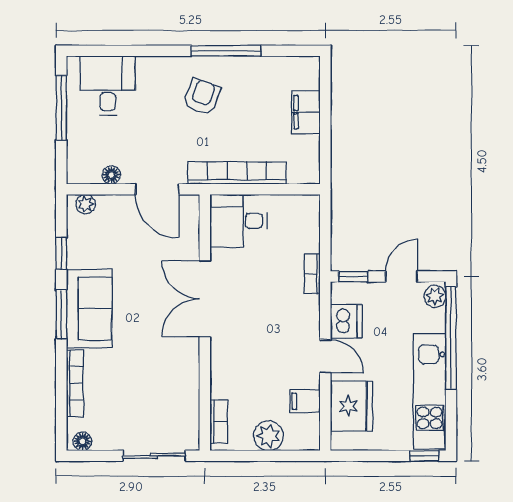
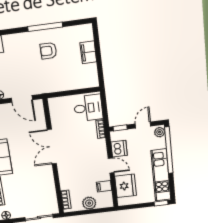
armchair: (202, 97) -> (48, 51), moved, turned -110
bookcase: (237, 173) -> (59, 86), removed
desk: (238, 221) -> (88, 108), moved, turned 180

